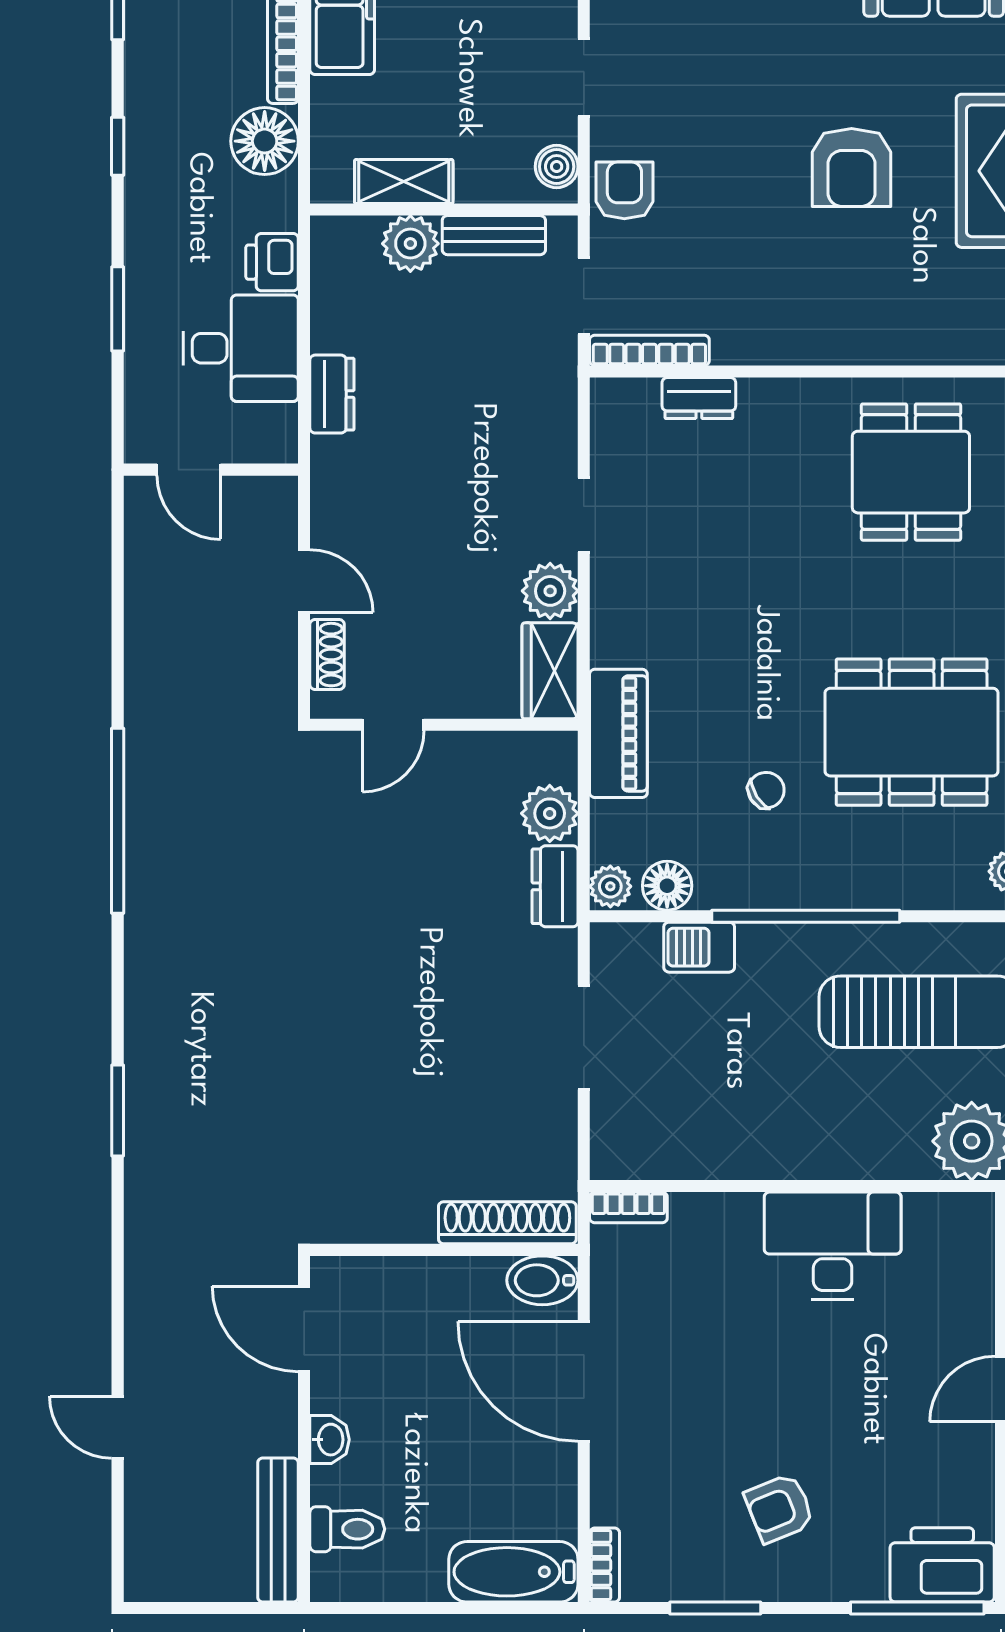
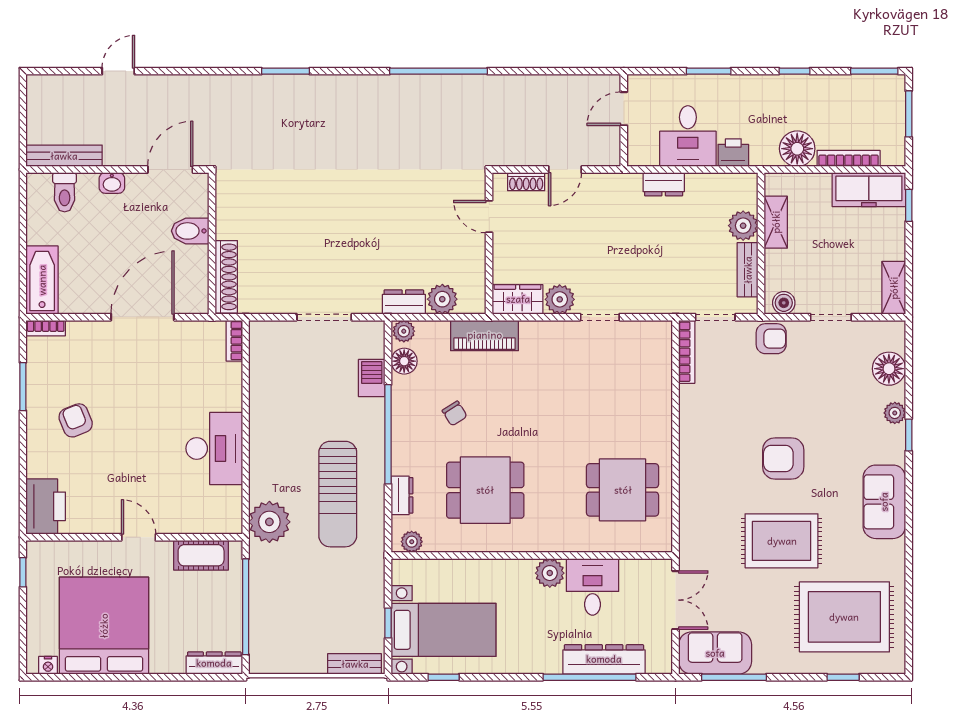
dresser: (699, 398) -> (402, 495), moved, turned 180
dining table: (912, 732) -> (485, 490), width x0.73
bidet: (542, 1280) -> (190, 231), moved, turned -90
window: (917, 1608) -> (23, 493), removed

